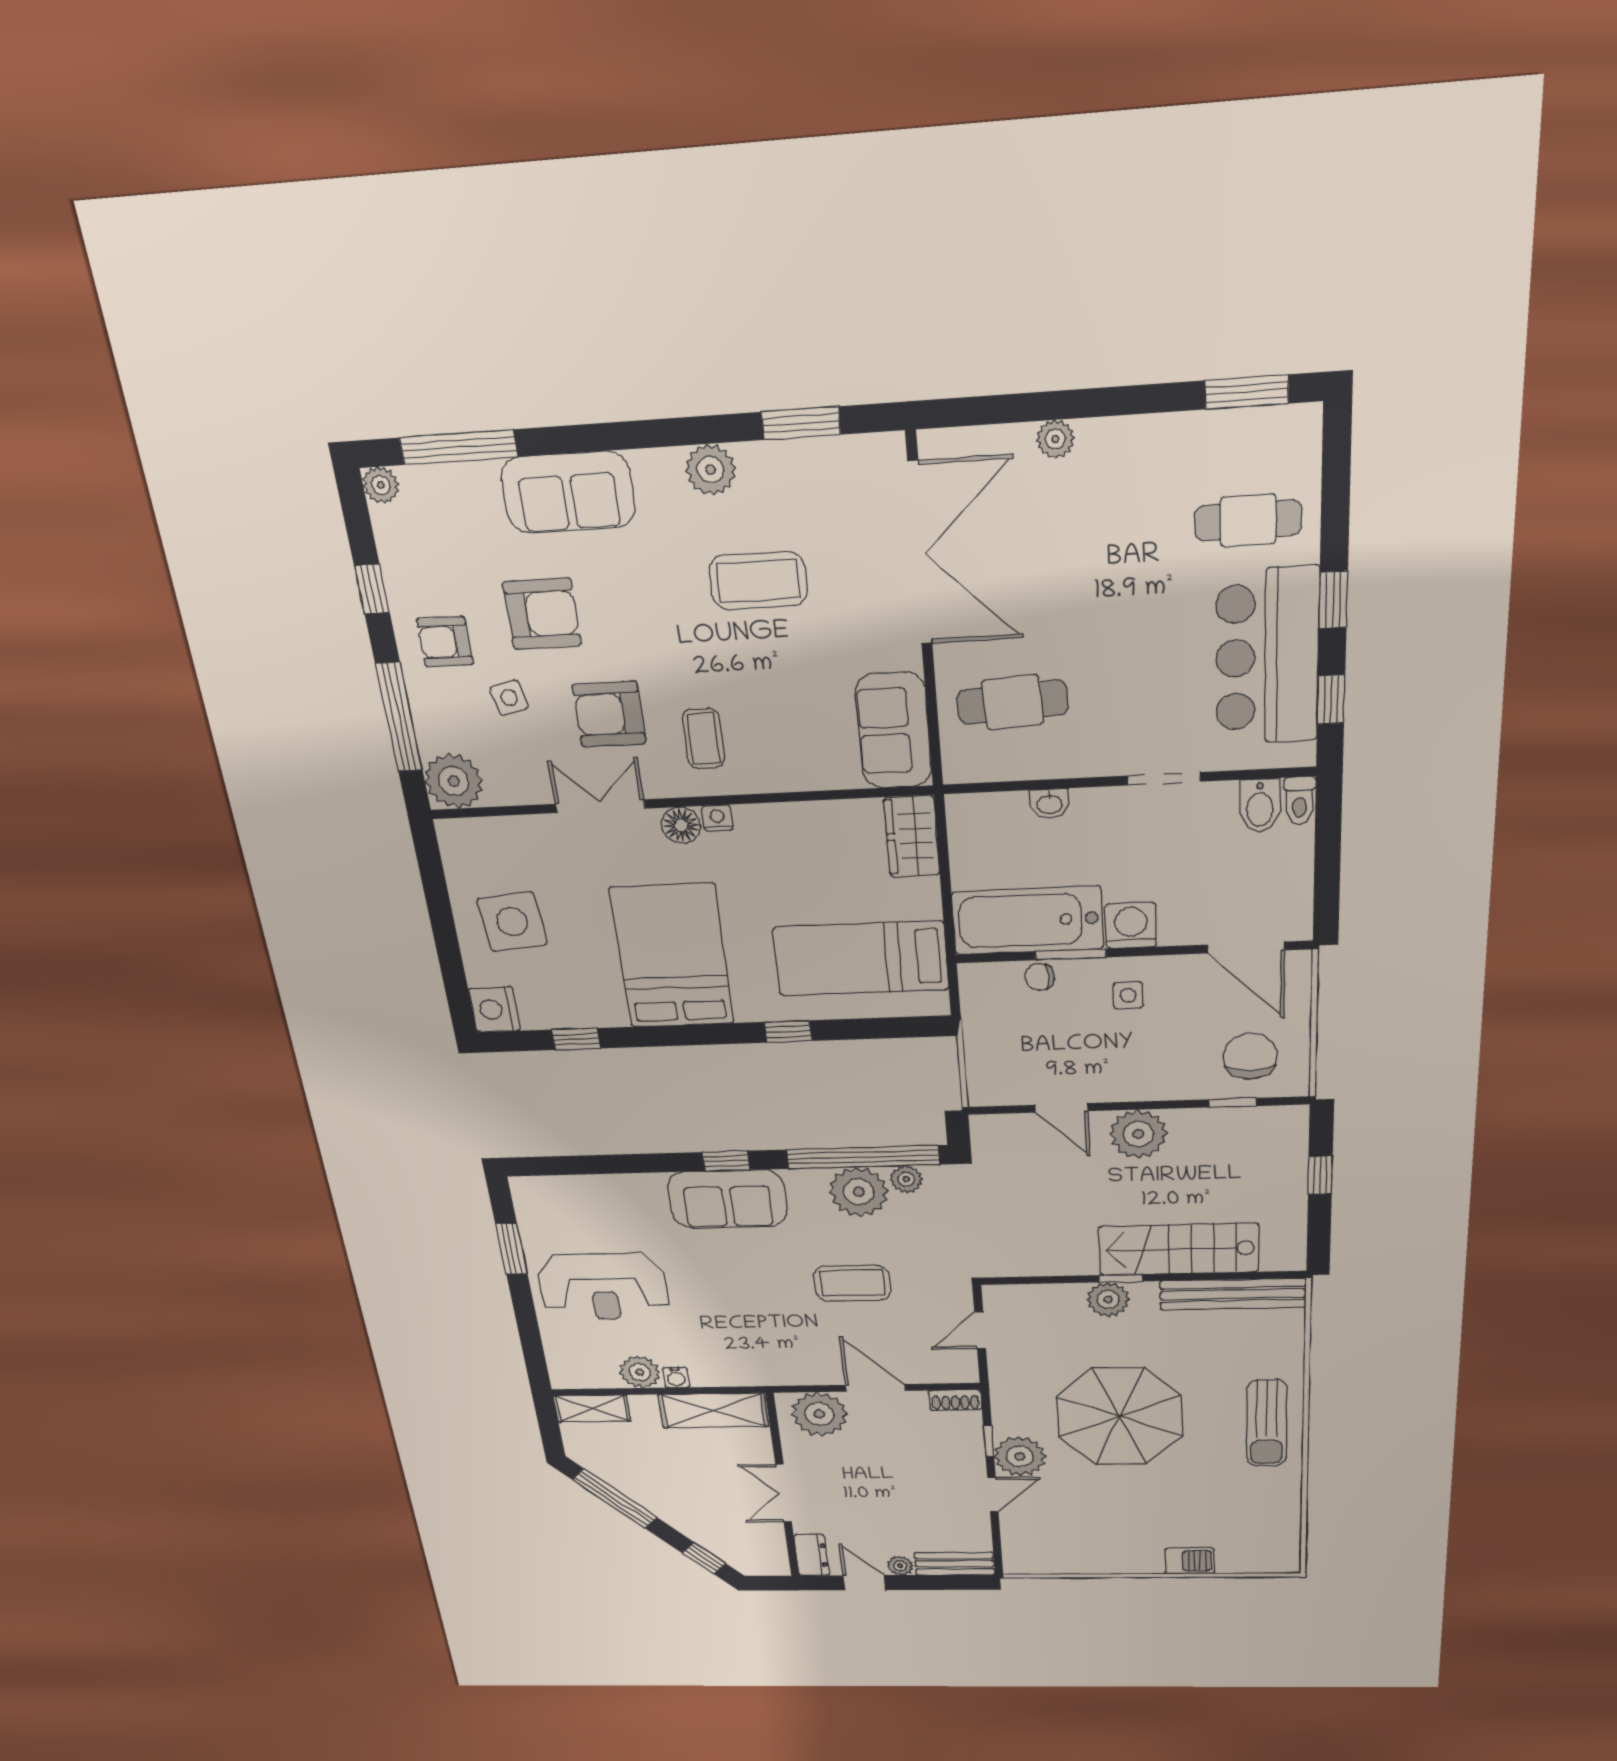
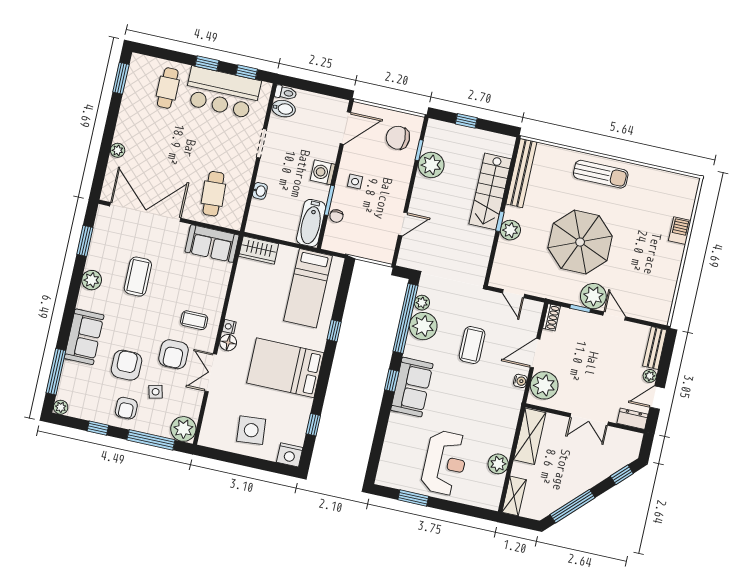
bathtub: (1028, 920) -> (311, 223), width x0.73, depth x0.73
plant: (1138, 1134) -> (431, 165), moved
water cooler: (676, 1378) -> (520, 381), moved

